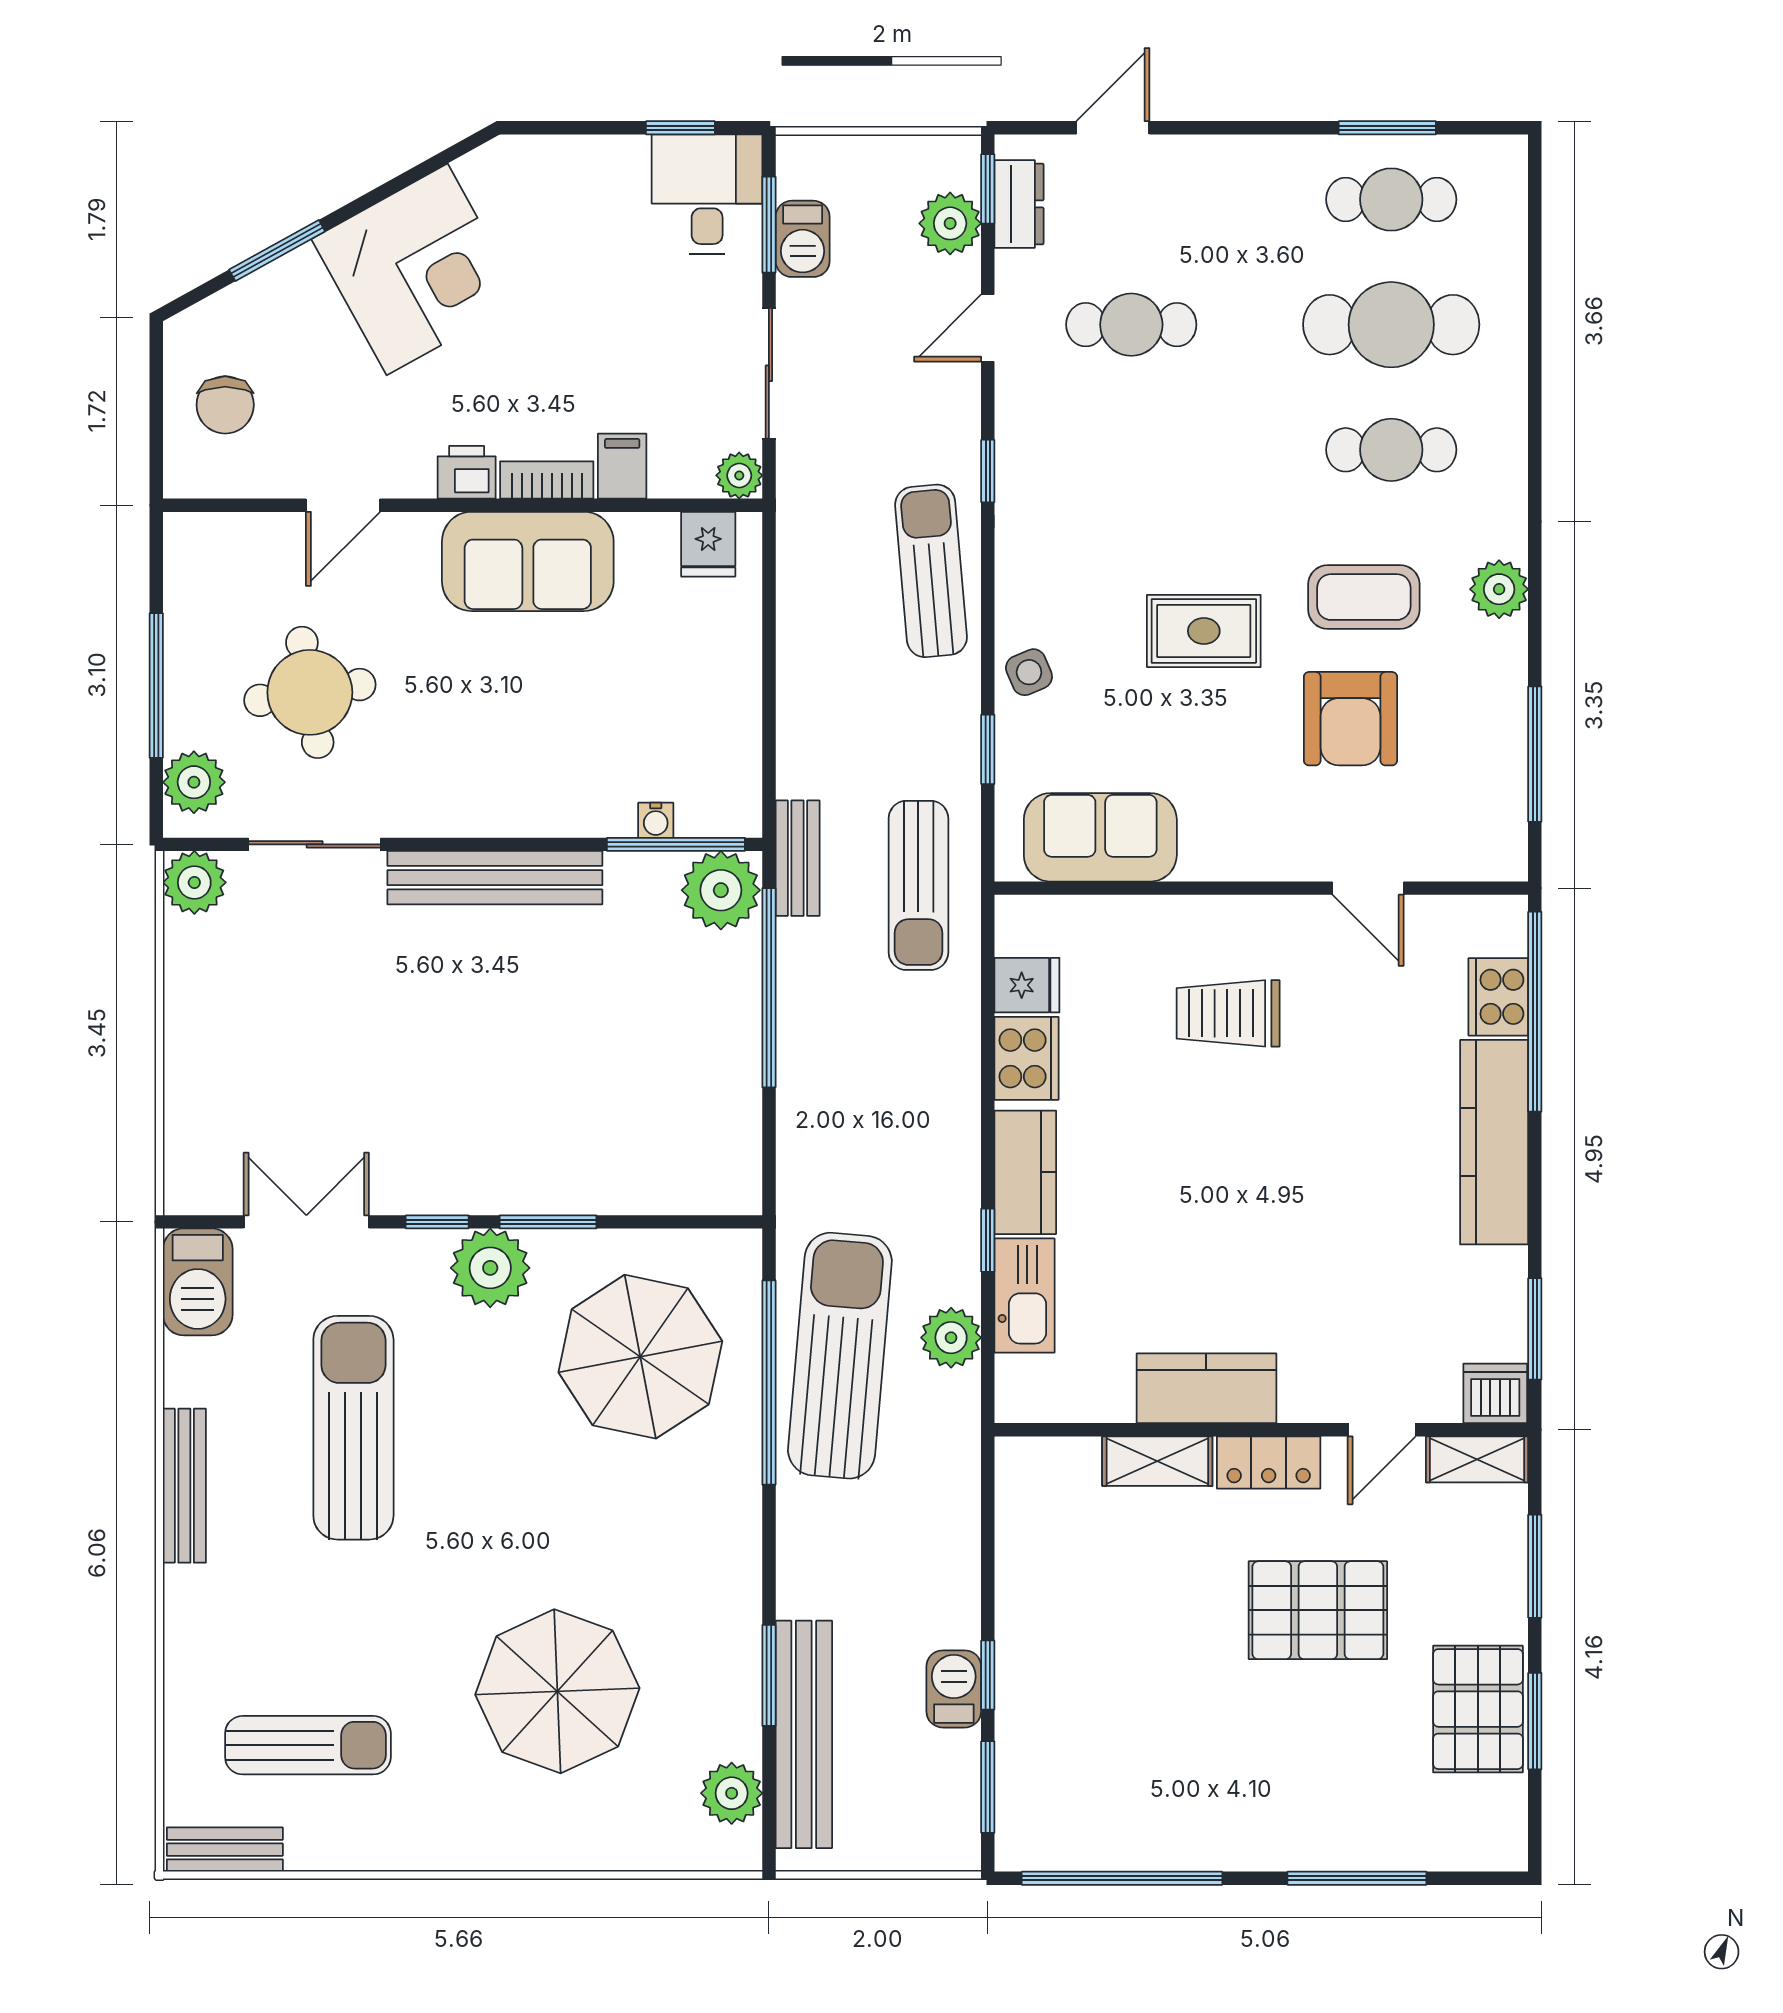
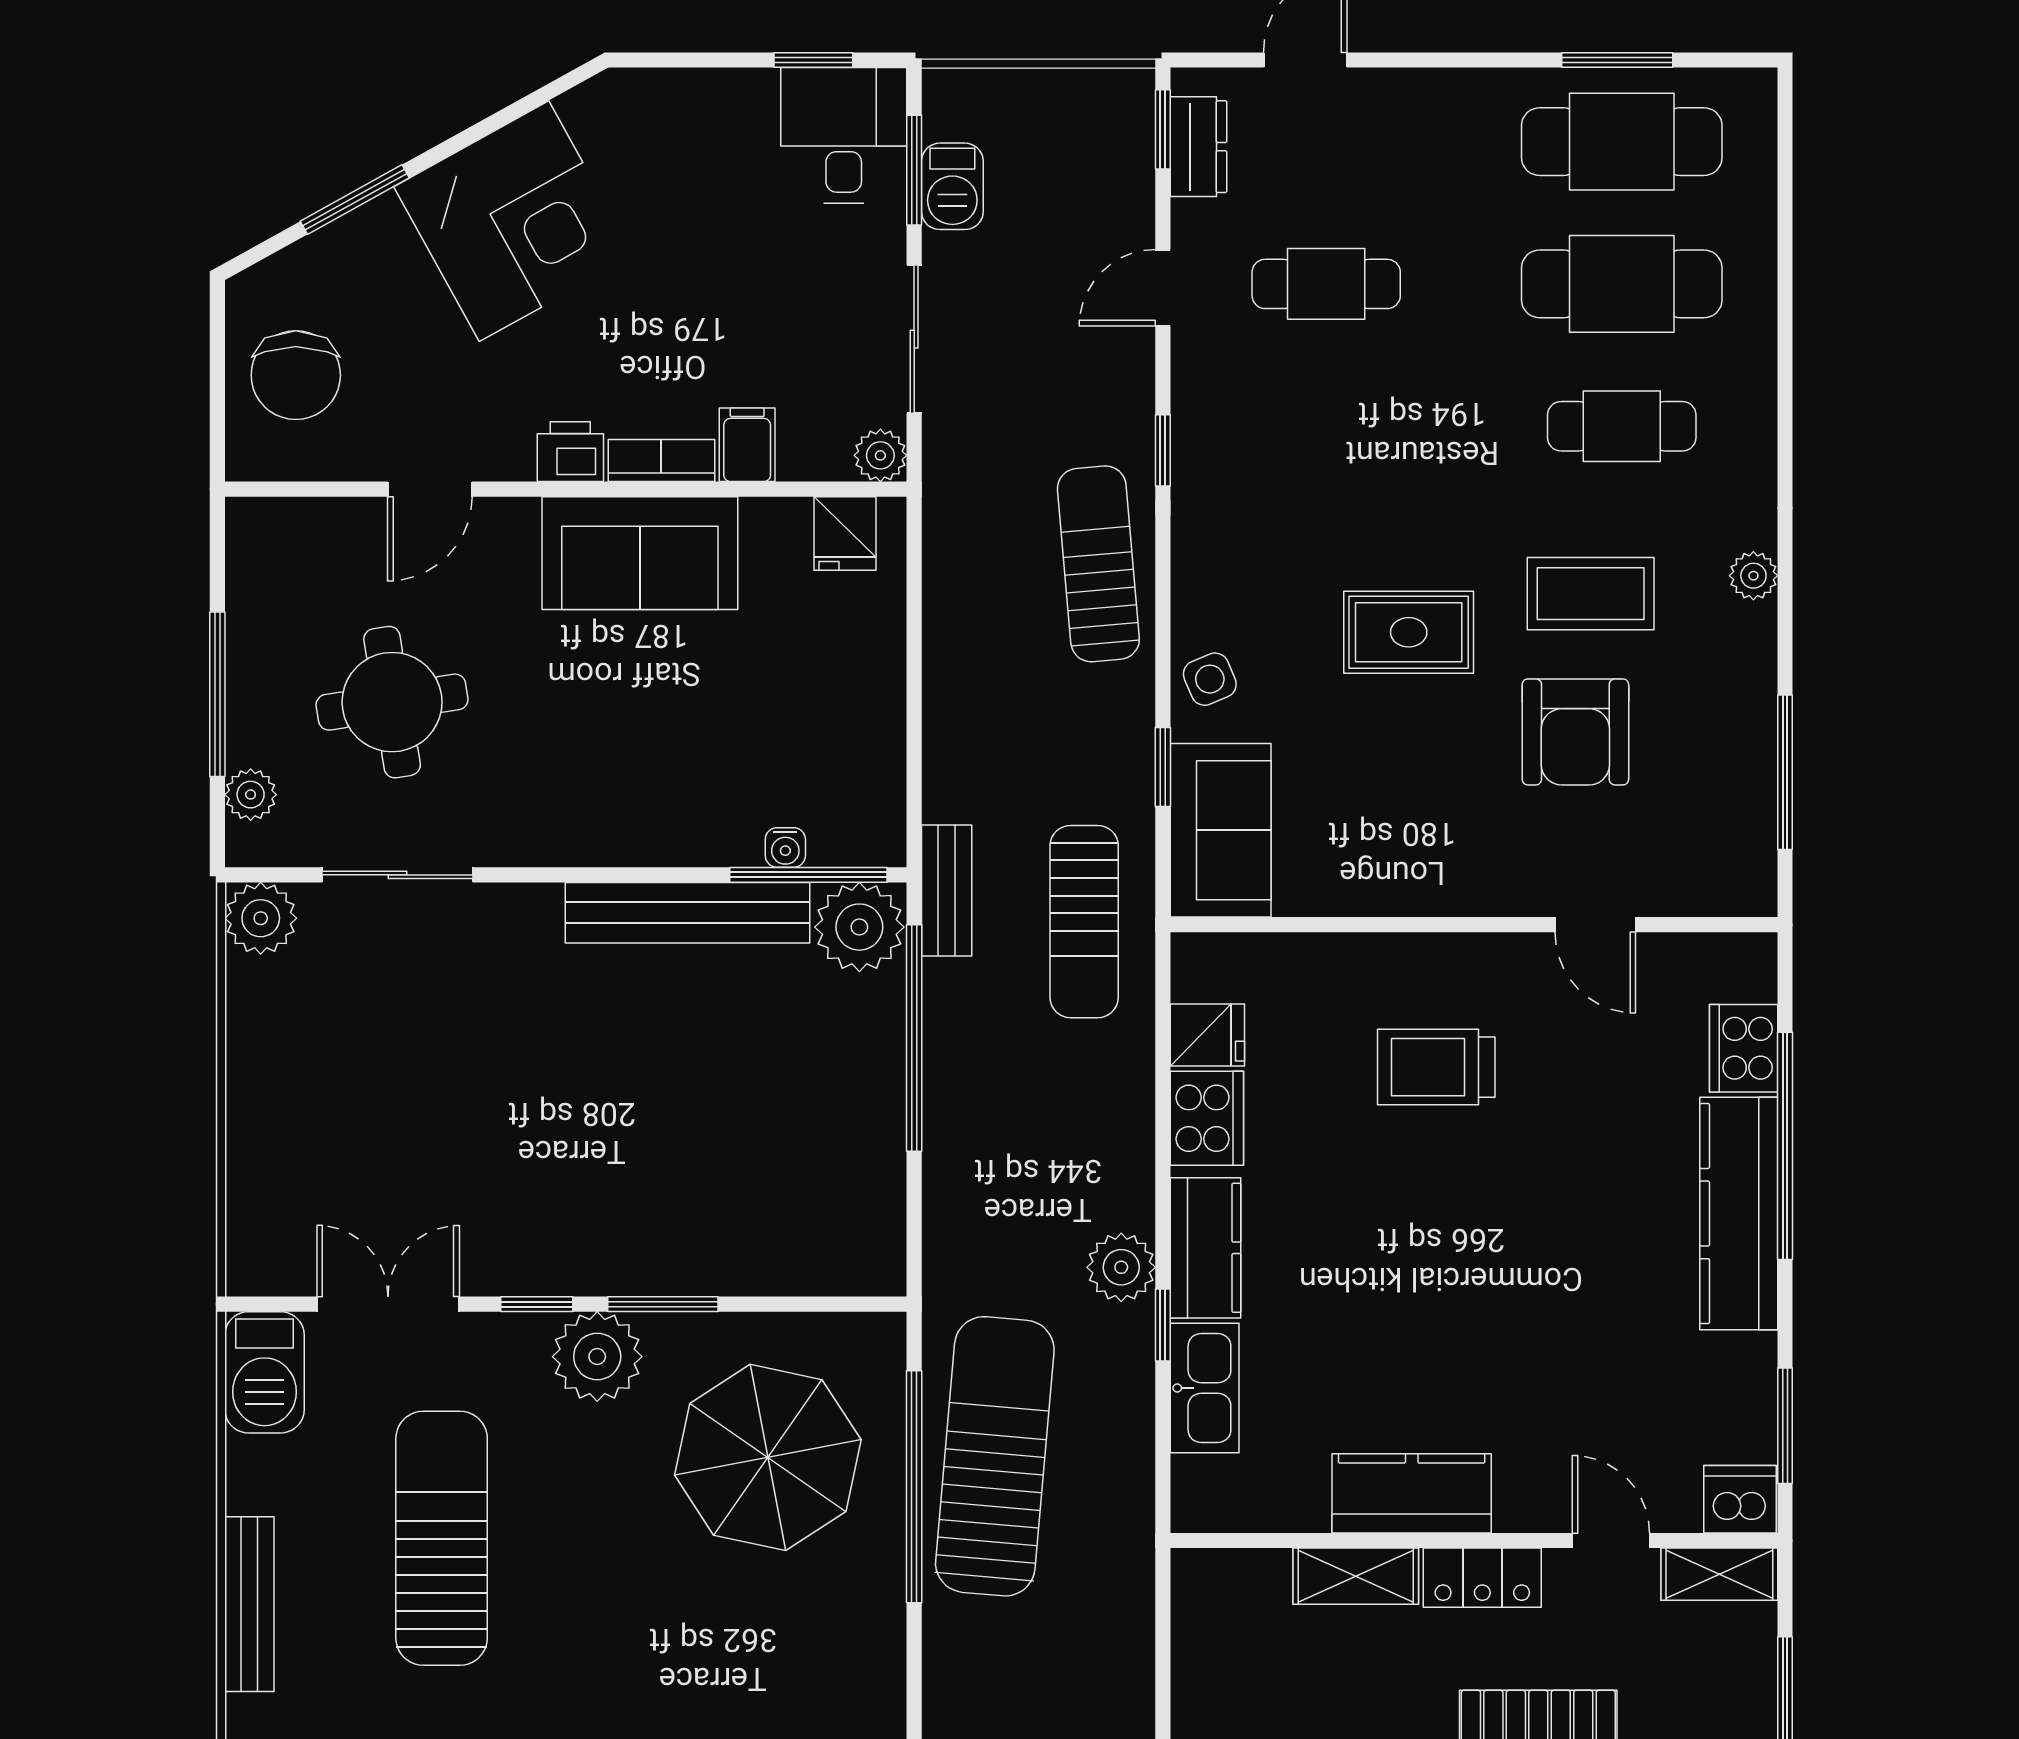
cafe table: (1391, 199) -> (1622, 142), width x1.37, depth x1.35
plant: (950, 223) -> (1120, 169), removed
chair: (225, 405) -> (296, 375), width x1.37, depth x1.37
plant: (1499, 589) -> (1753, 576), width x0.73, depth x0.73
plant: (194, 782) -> (251, 795), width x0.73, depth x0.73
sofa: (1100, 837) -> (1221, 830), moved, turned 90
bench: (495, 878) -> (687, 913), moved
window: (1535, 1012) -> (1785, 1146), moved
plant: (951, 1338) -> (1121, 1267), moved
door: (1382, 1430) -> (1611, 1541), swing flipped

